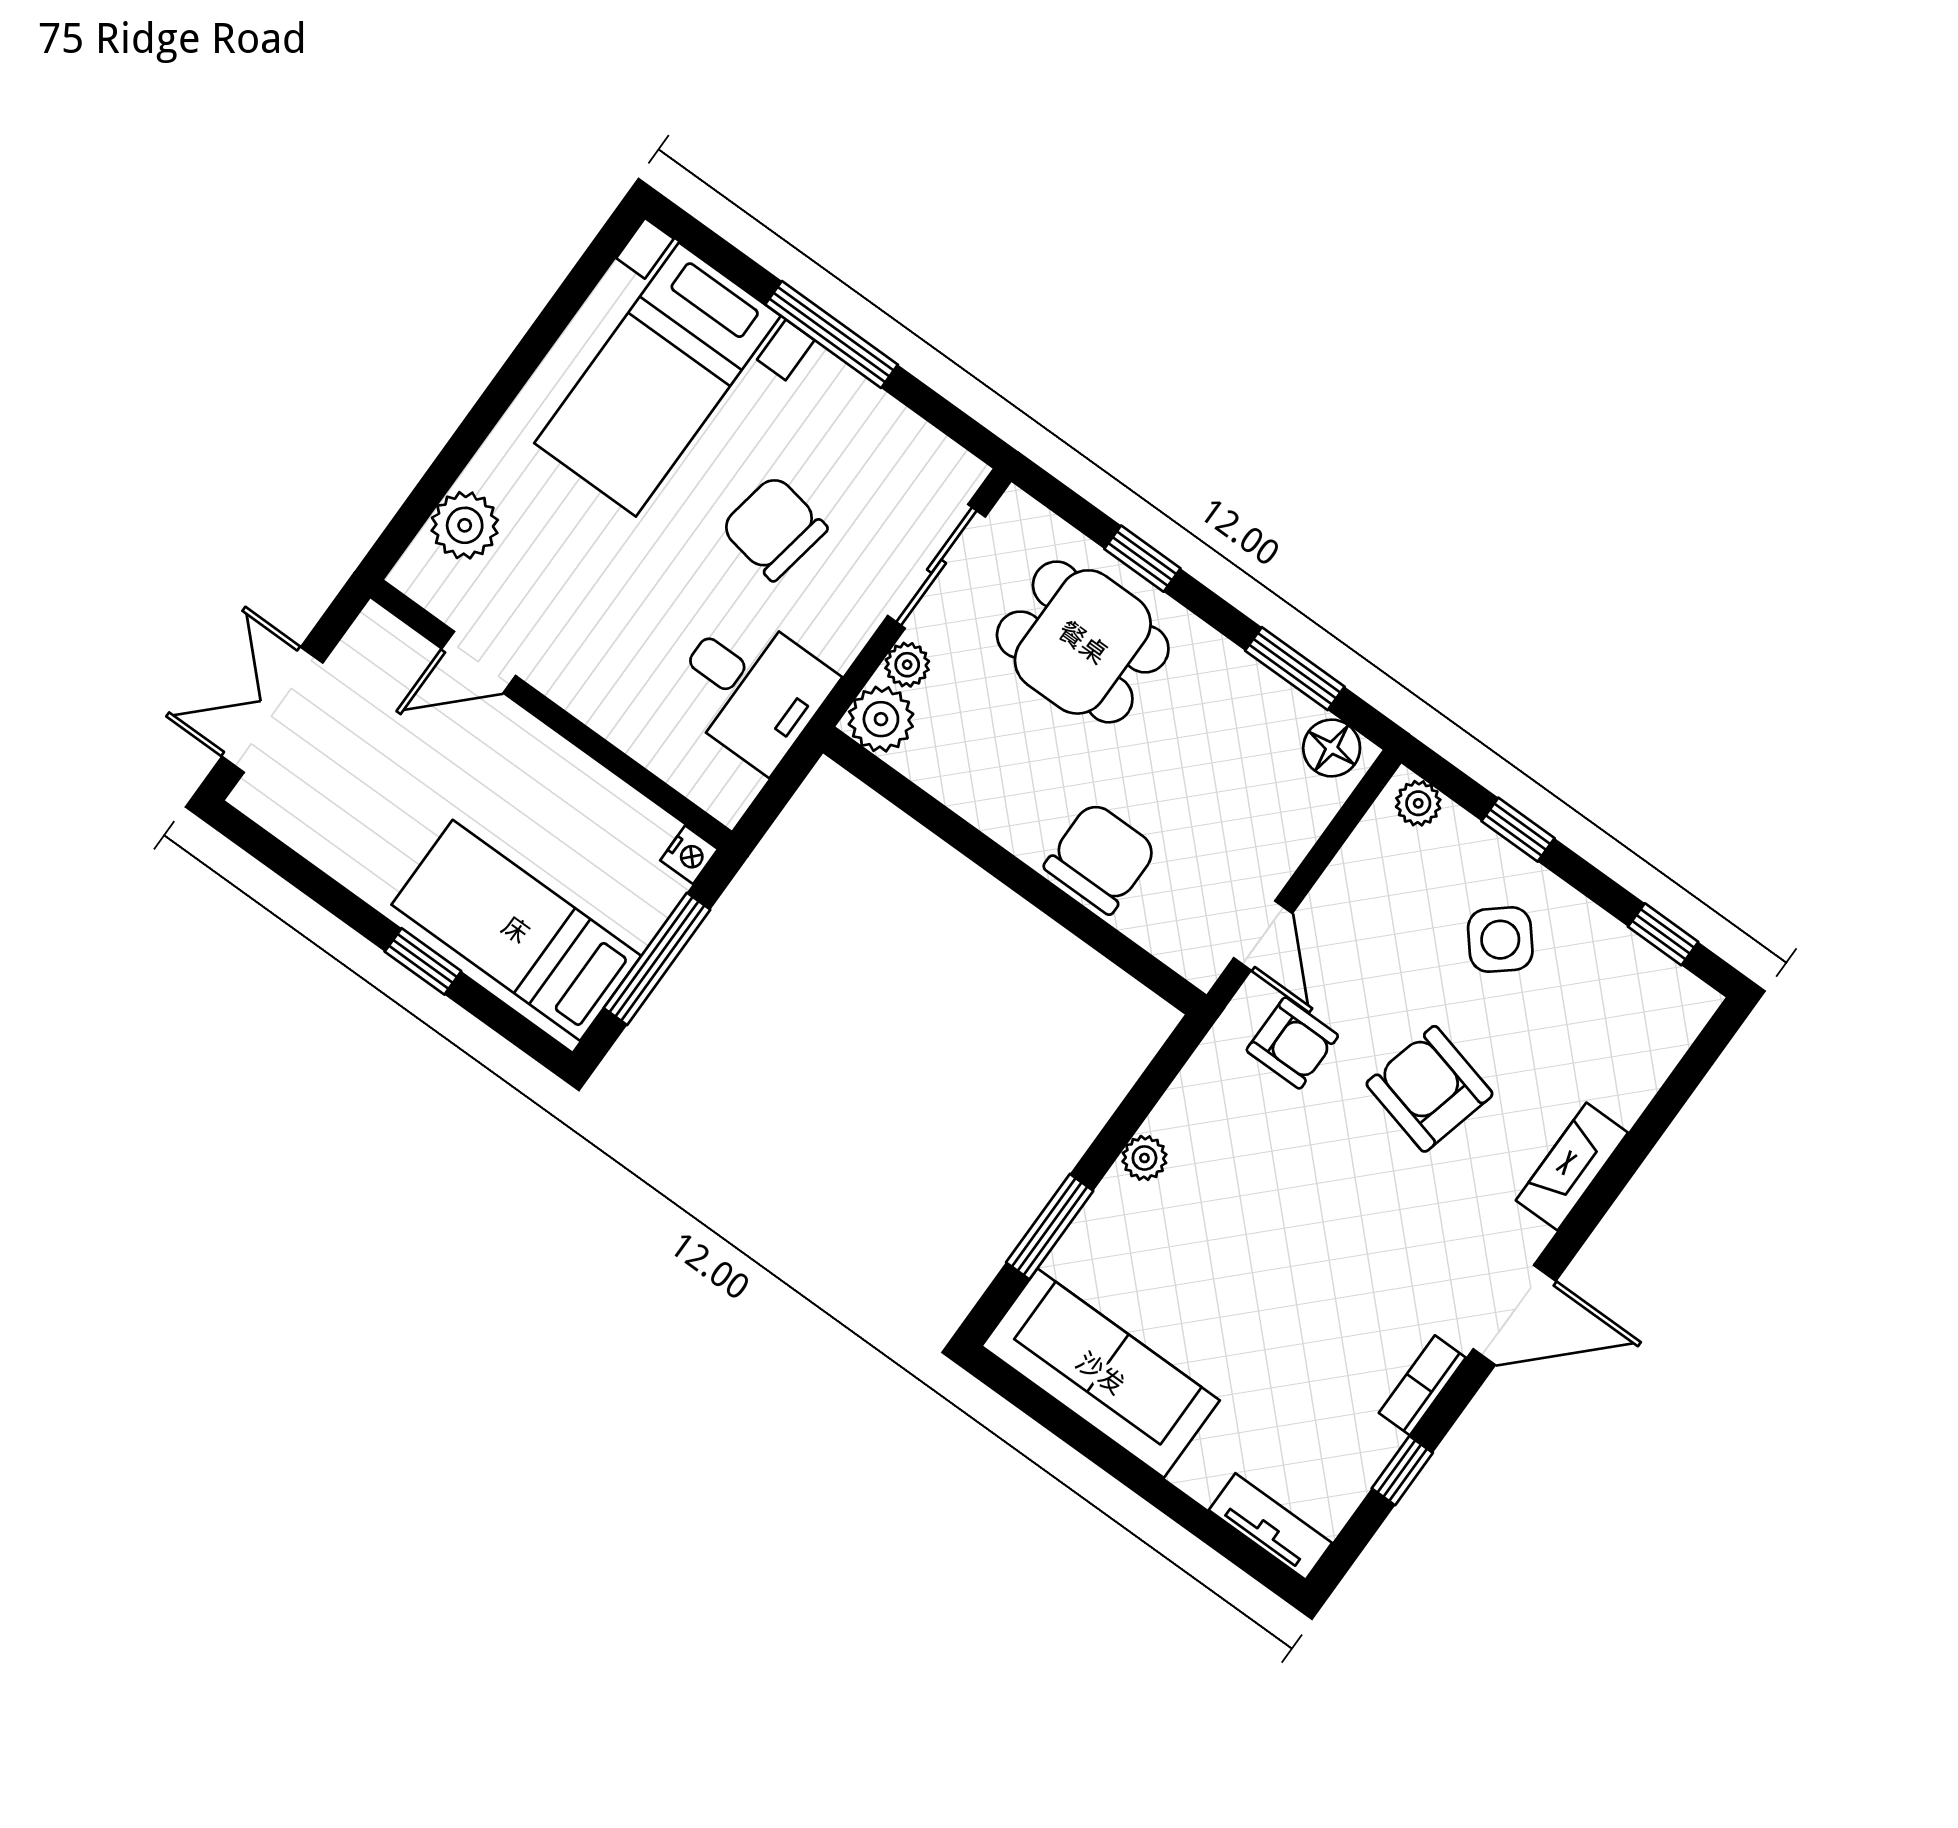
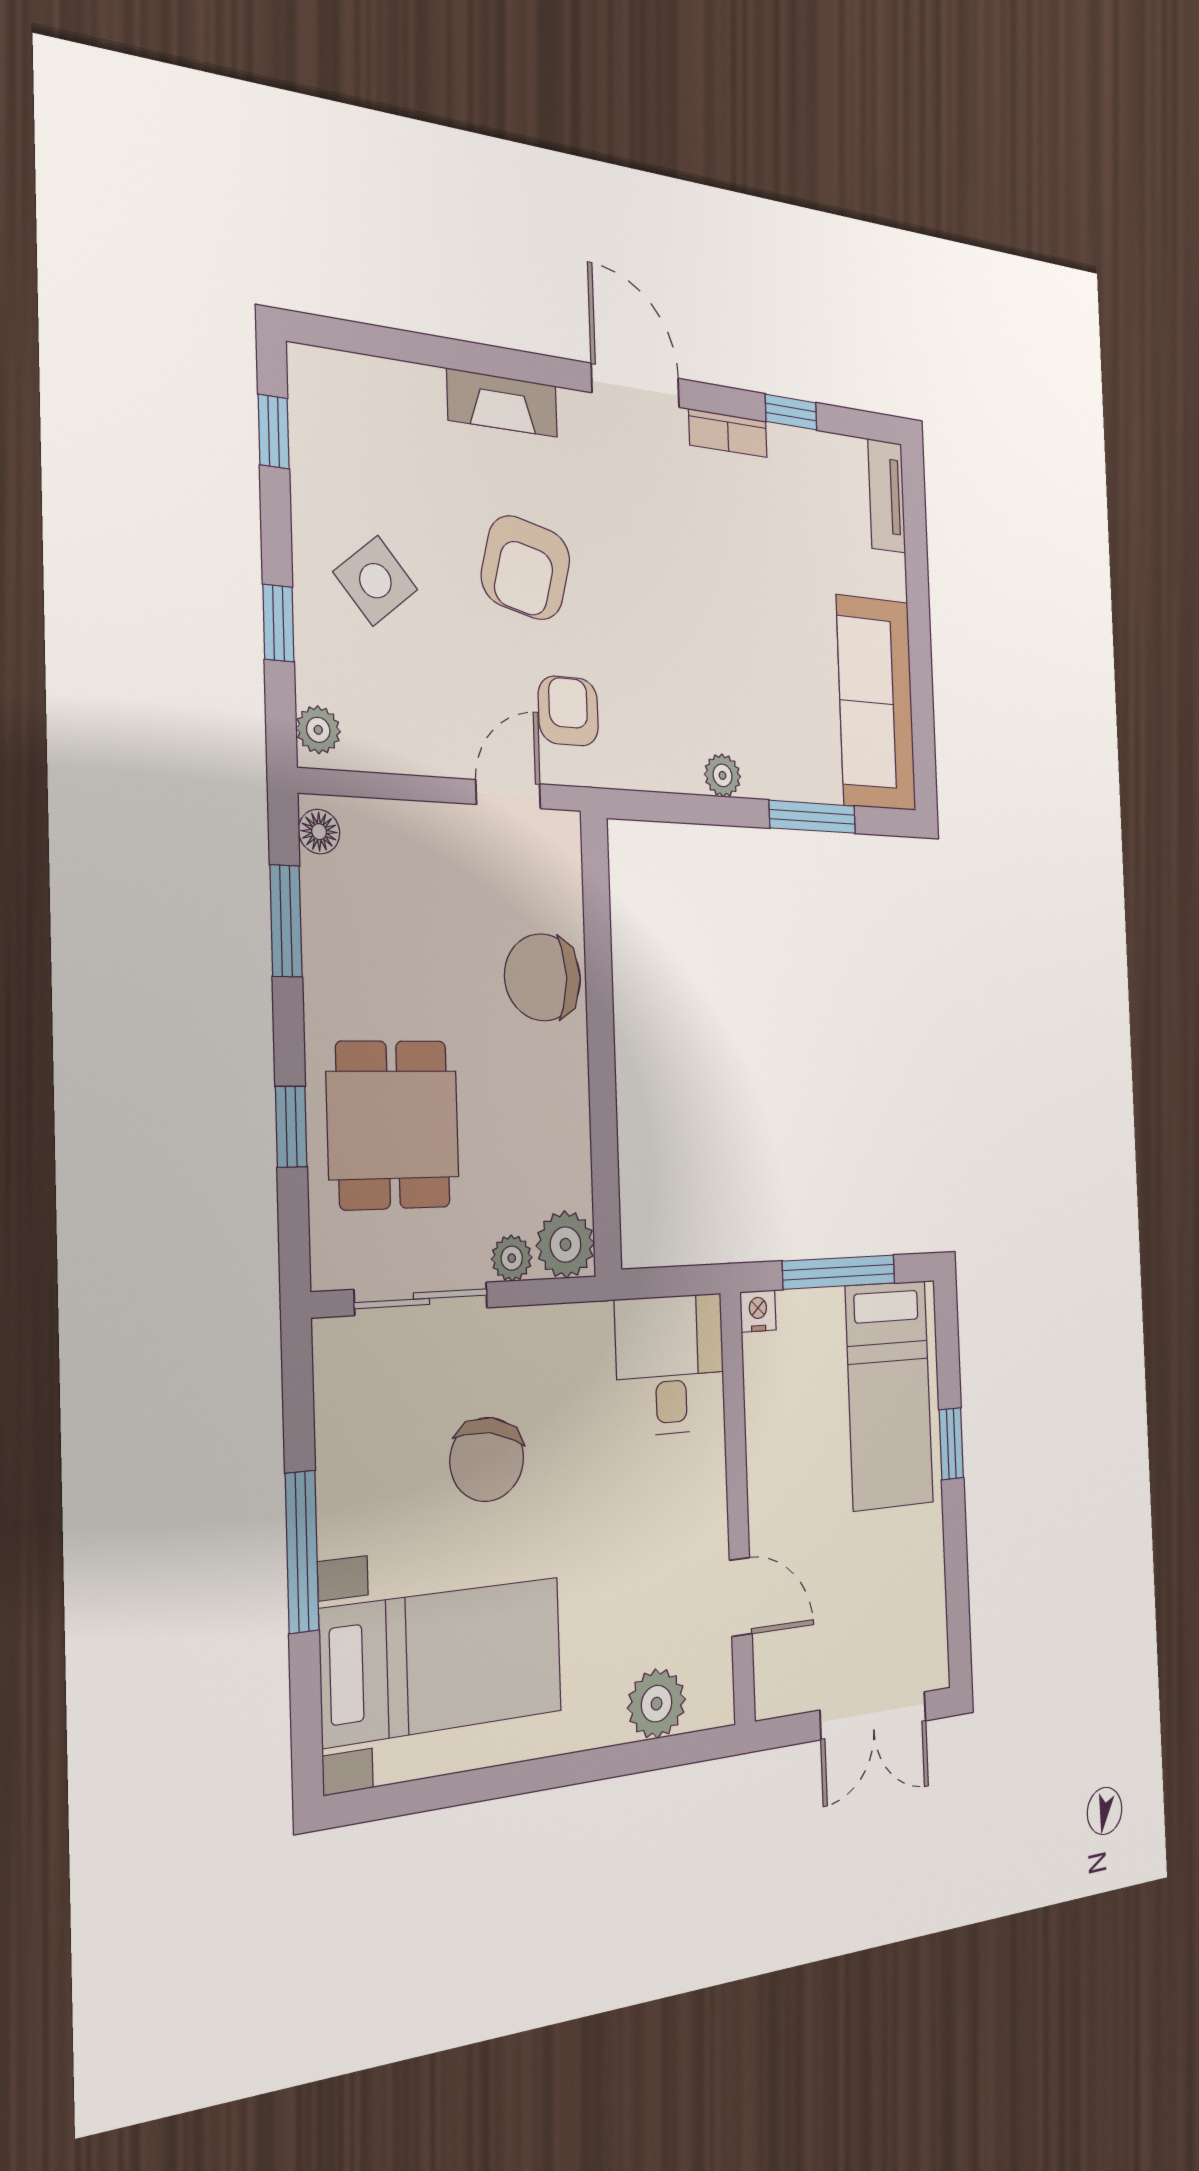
desk: (751, 688) -> (670, 1365), moved
floor lamp: (1332, 748) -> (319, 832), width x0.73, depth x0.73

